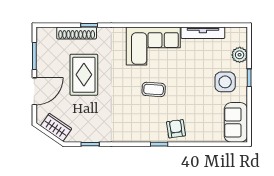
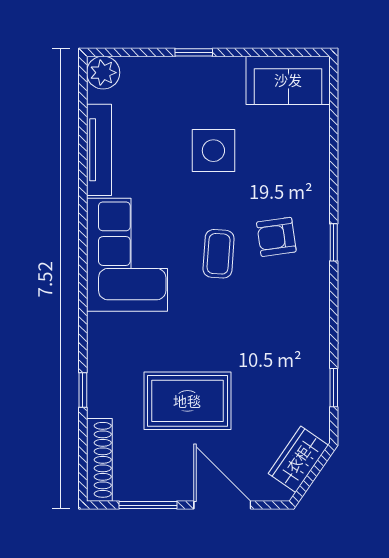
shoe rack: (77, 33) -> (99, 460), moved
plant: (240, 55) -> (103, 73), moved
side table: (225, 82) -> (213, 151), moved
armchair: (176, 129) -> (276, 237), moved

